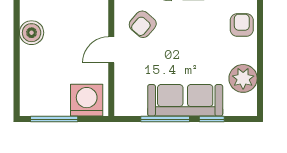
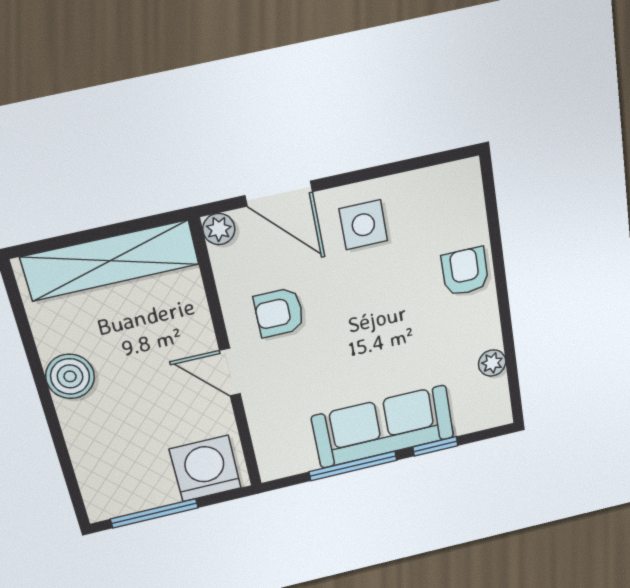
armchair: (143, 24) -> (279, 313), turned 49
door: (111, 50) -> (230, 372), hinge flipped
plant: (243, 78) -> (492, 363), width x0.53, depth x0.53

